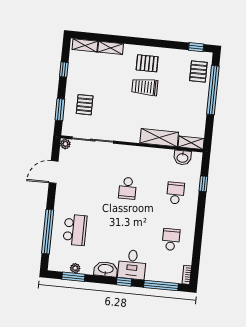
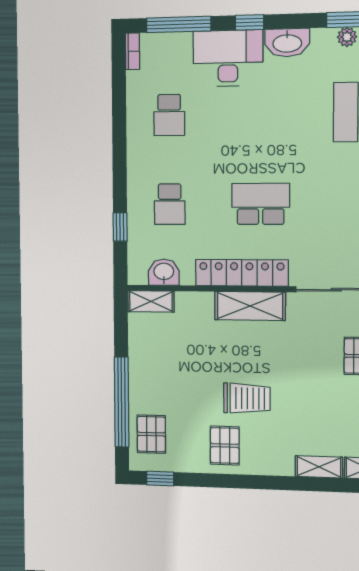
pallet: (147, 63) -> (225, 446), moved, turned 90
shelving: (159, 138) -> (250, 306), moved
locker: (141, 153) -> (242, 273), added
school desk: (128, 188) -> (261, 204), width x1.85
desk: (132, 264) -> (228, 58), width x1.37

